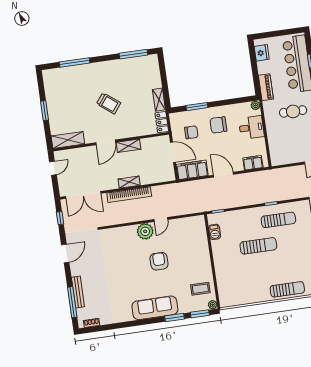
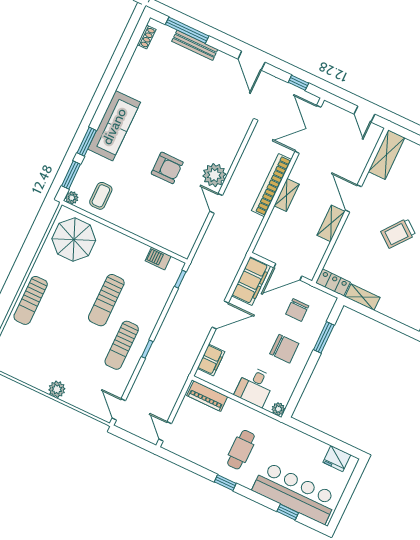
piano: (266, 87) -> (207, 396), moved
chair: (218, 125) -> (284, 349), turned 90
parasol: (236, 288) -> (74, 239), added

